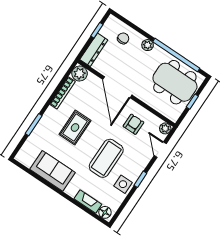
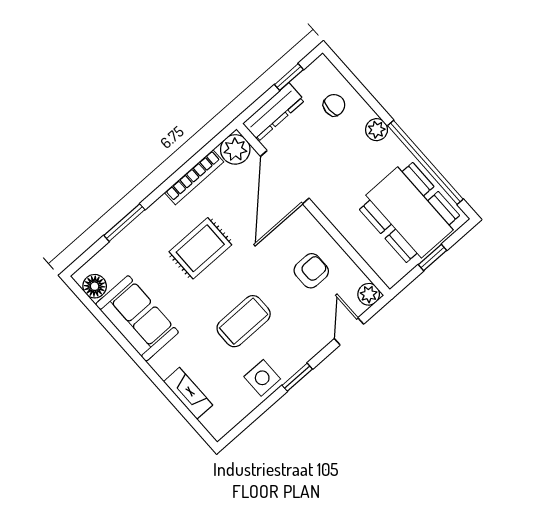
door: (117, 87) -> (285, 177), moved
coffee table: (106, 158) -> (244, 321), width x0.73, depth x0.76
floor lamp: (105, 212) -> (95, 286), moved

